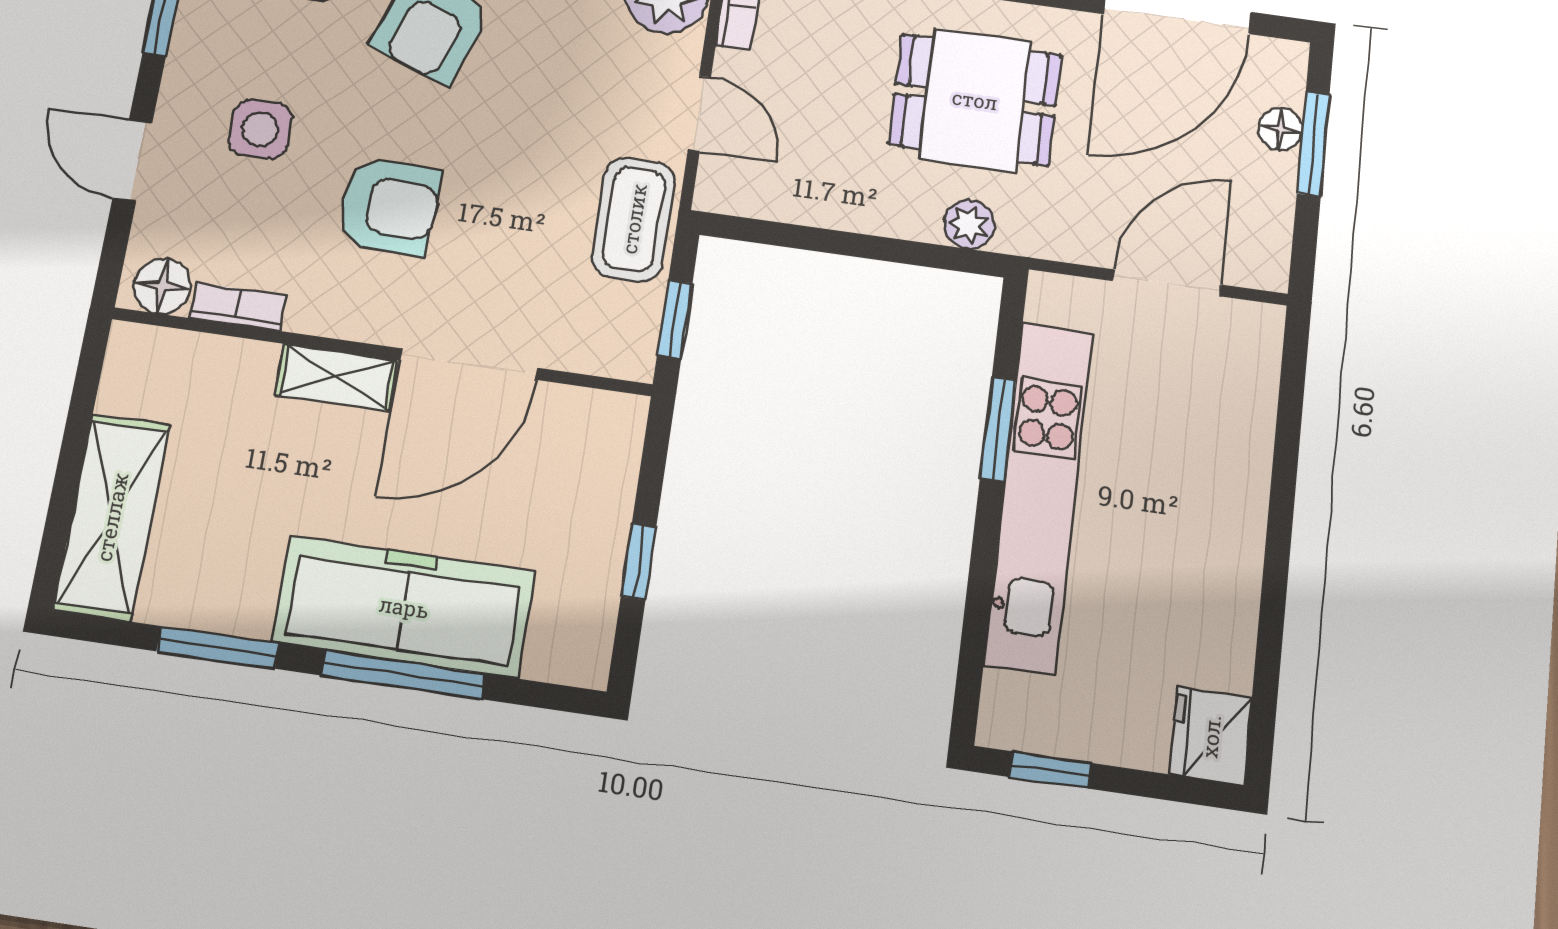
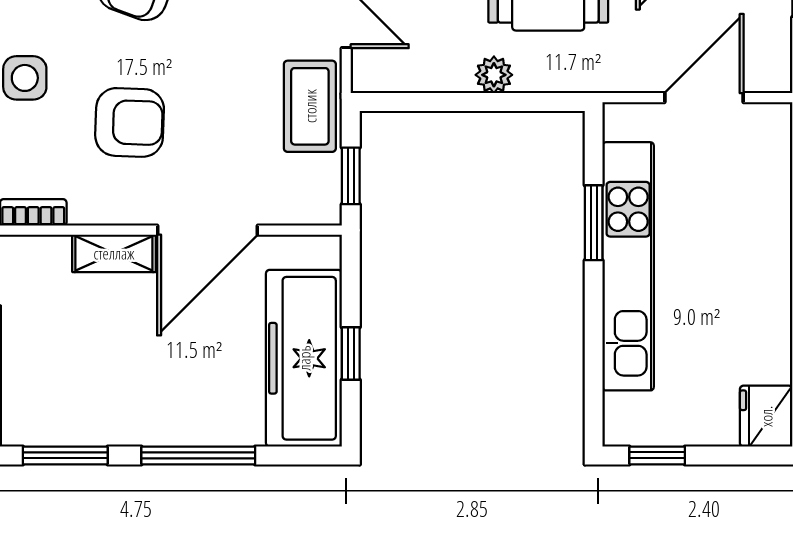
plant: (969, 224) -> (494, 75), moved
freezer: (404, 607) -> (304, 358), moved, turned -90

